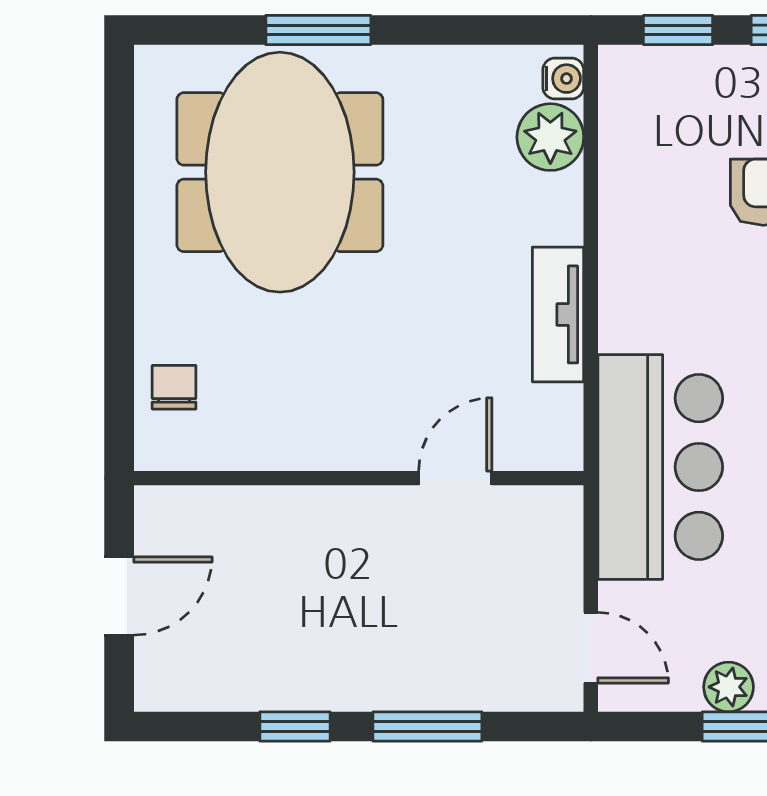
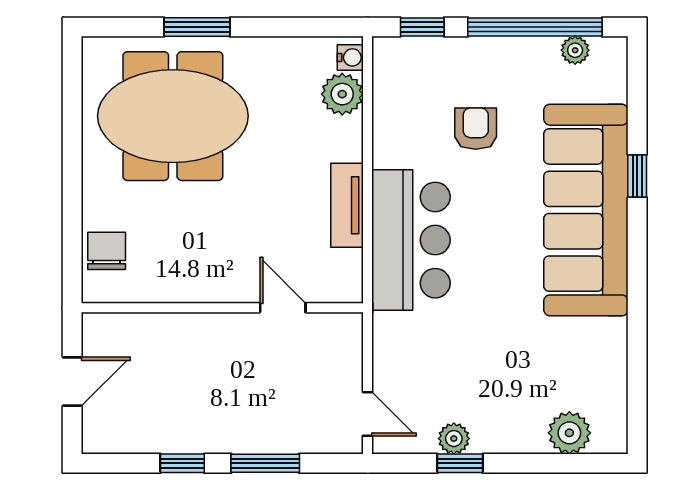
meeting table: (280, 172) -> (173, 116), turned 90
chair: (174, 387) -> (107, 251), width x1.37, depth x1.37
bar counter: (660, 467) -> (411, 240), moved
door: (455, 478) -> (283, 308), hinge flipped

